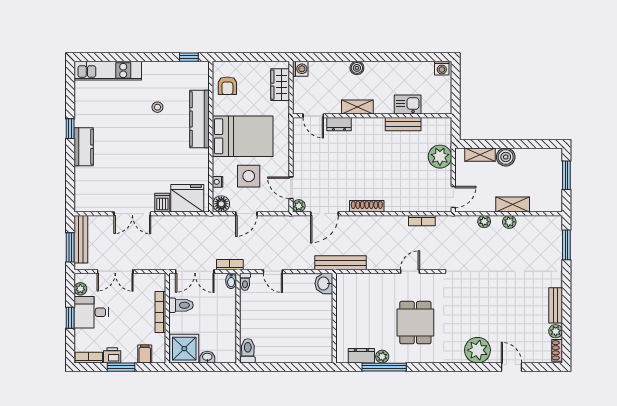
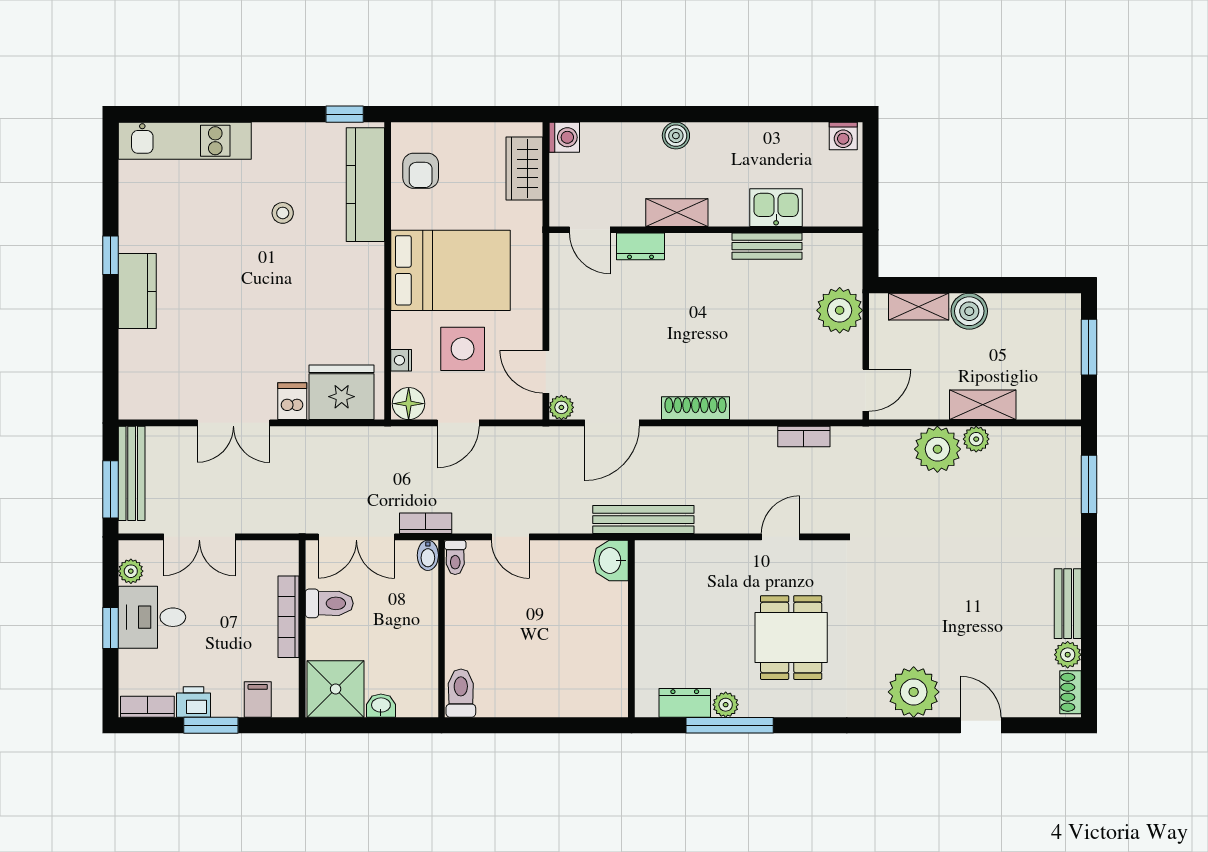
kitchen counter: (199, 119) -> (365, 185), moved
plant: (484, 222) -> (937, 449), width x1.88, depth x1.88

